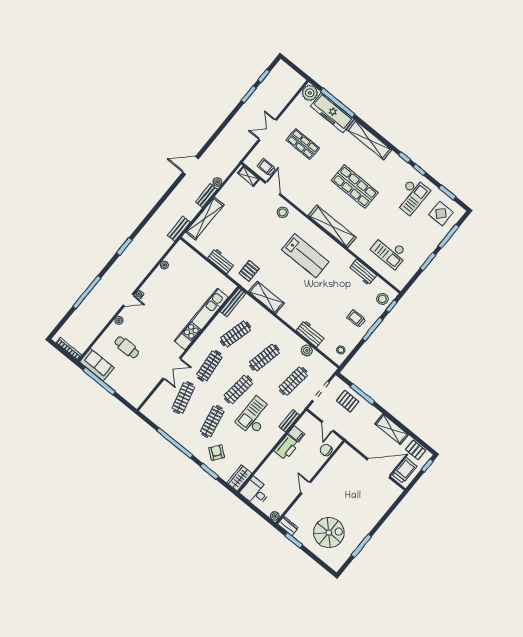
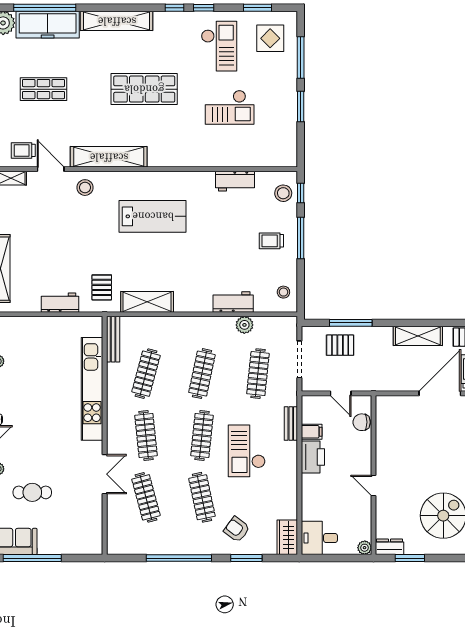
shelving: (332, 226) -> (109, 157), moved
checkout: (390, 251) -> (230, 107), moved

